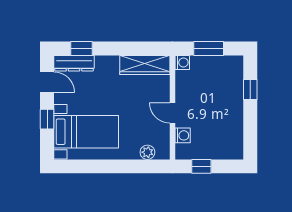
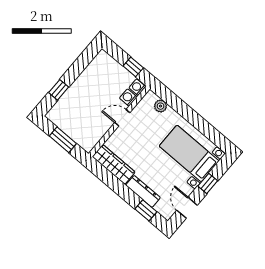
washing machine: (182, 62) -> (137, 87), moved
dresser: (74, 63) -> (143, 191), moved
door: (173, 113) -> (122, 118), swing flipped

